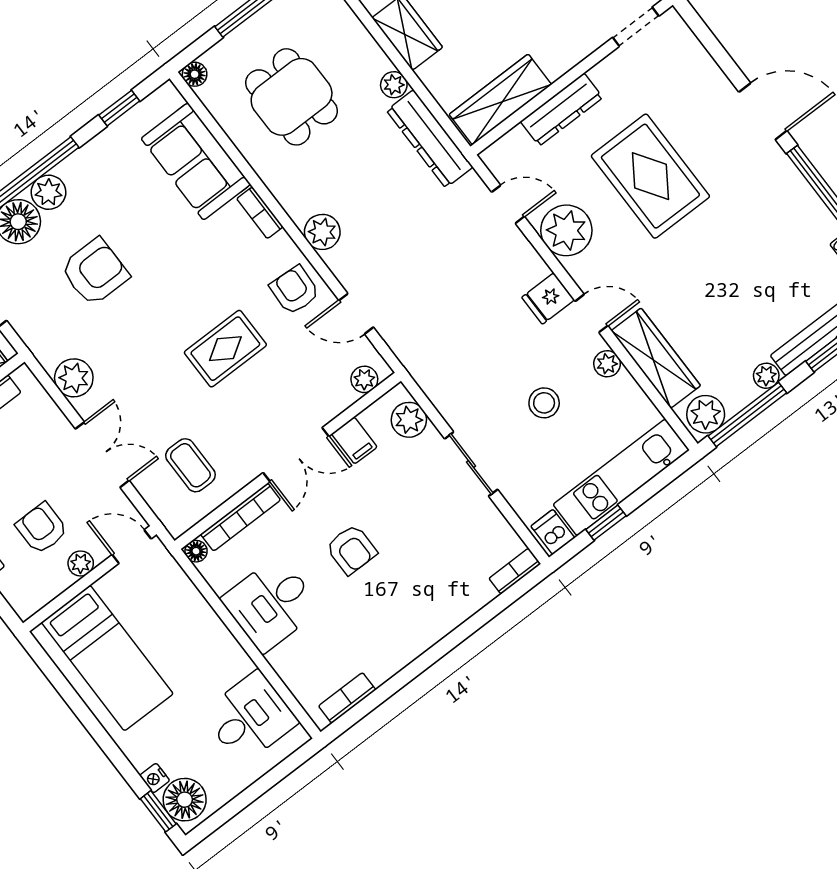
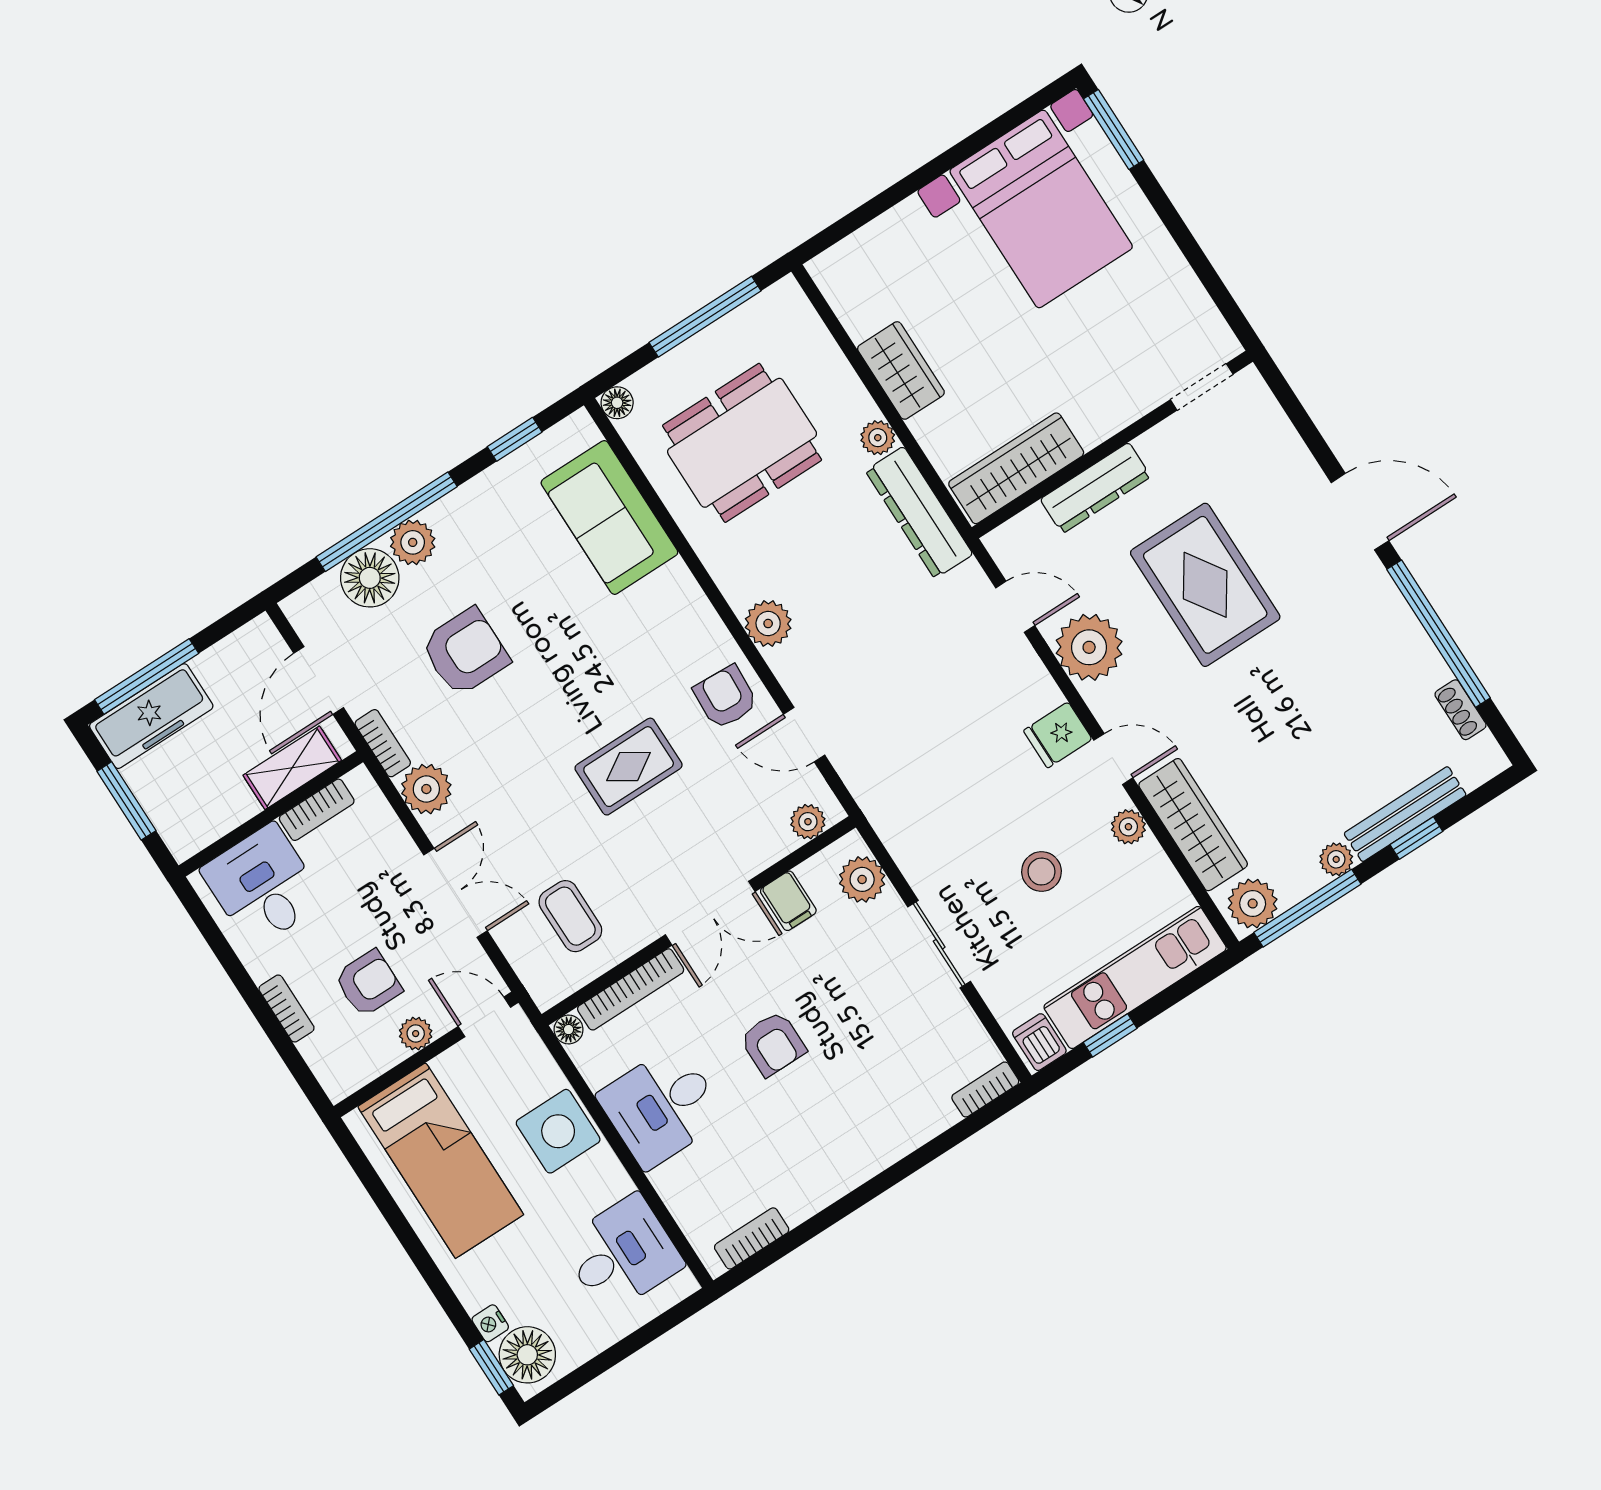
dining table: (292, 97) -> (742, 443), width x1.37
bookcase: (260, 213) -> (383, 743), moved, turned 180
armchair: (42, 528) -> (368, 983), turned 90
side table: (194, 629) -> (558, 1131), added

